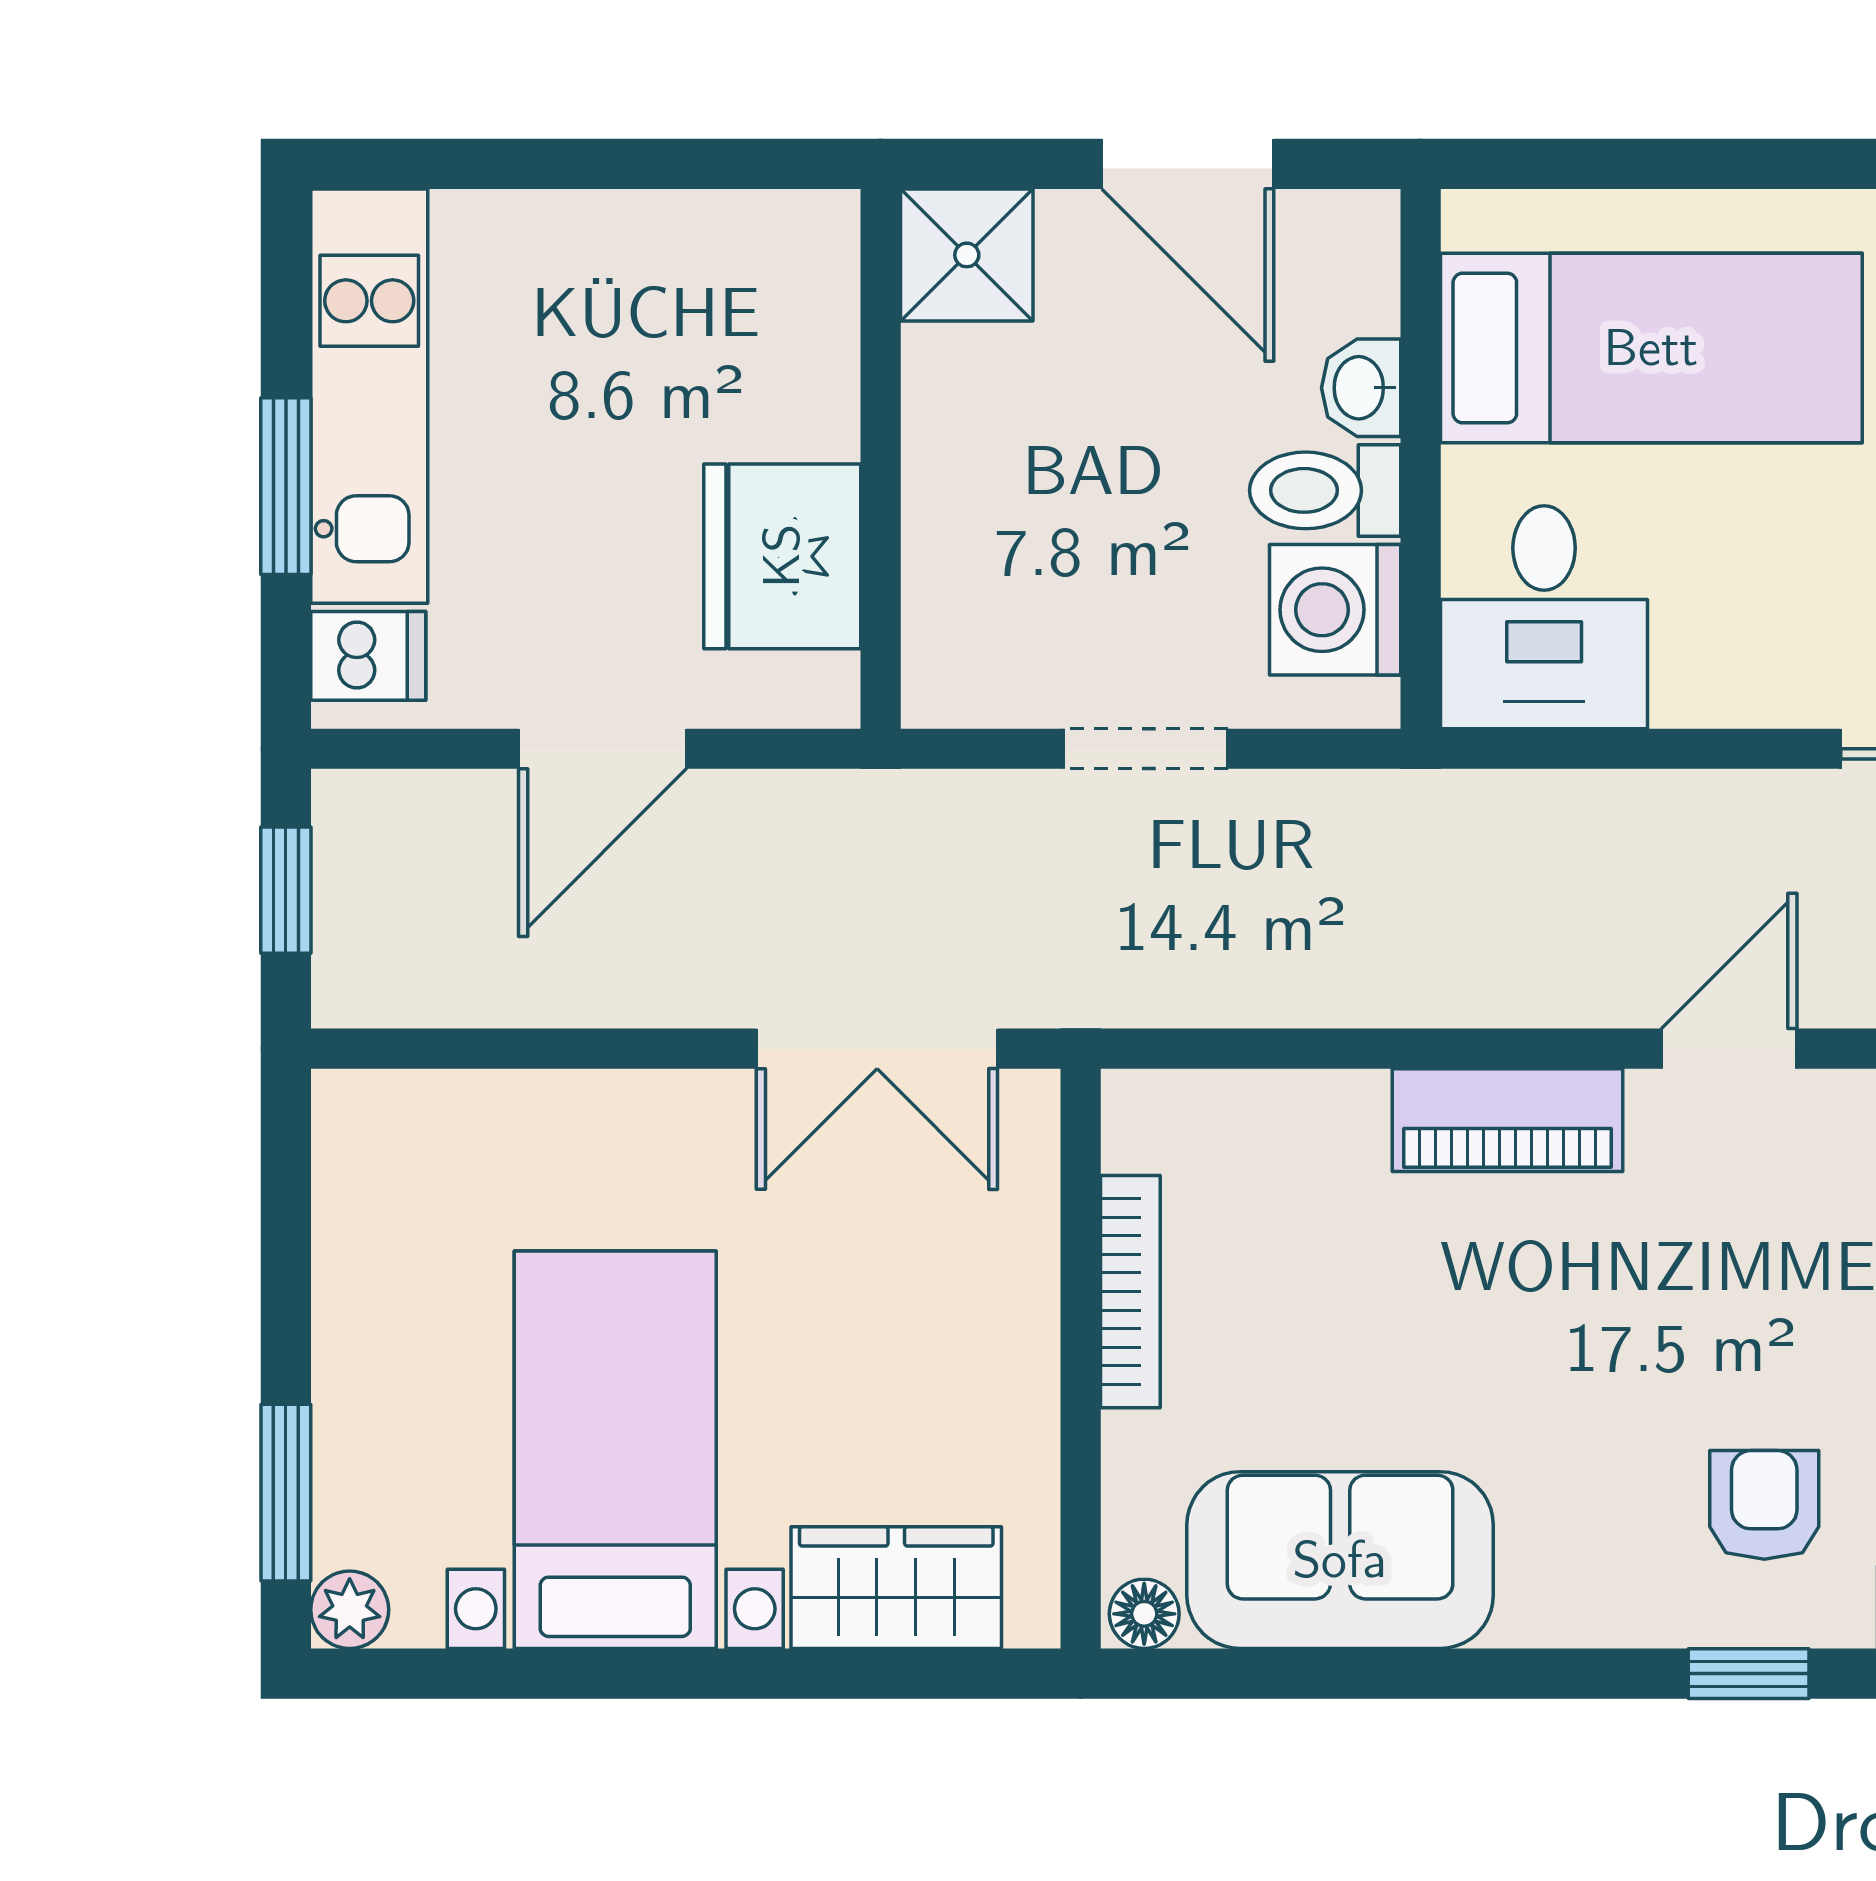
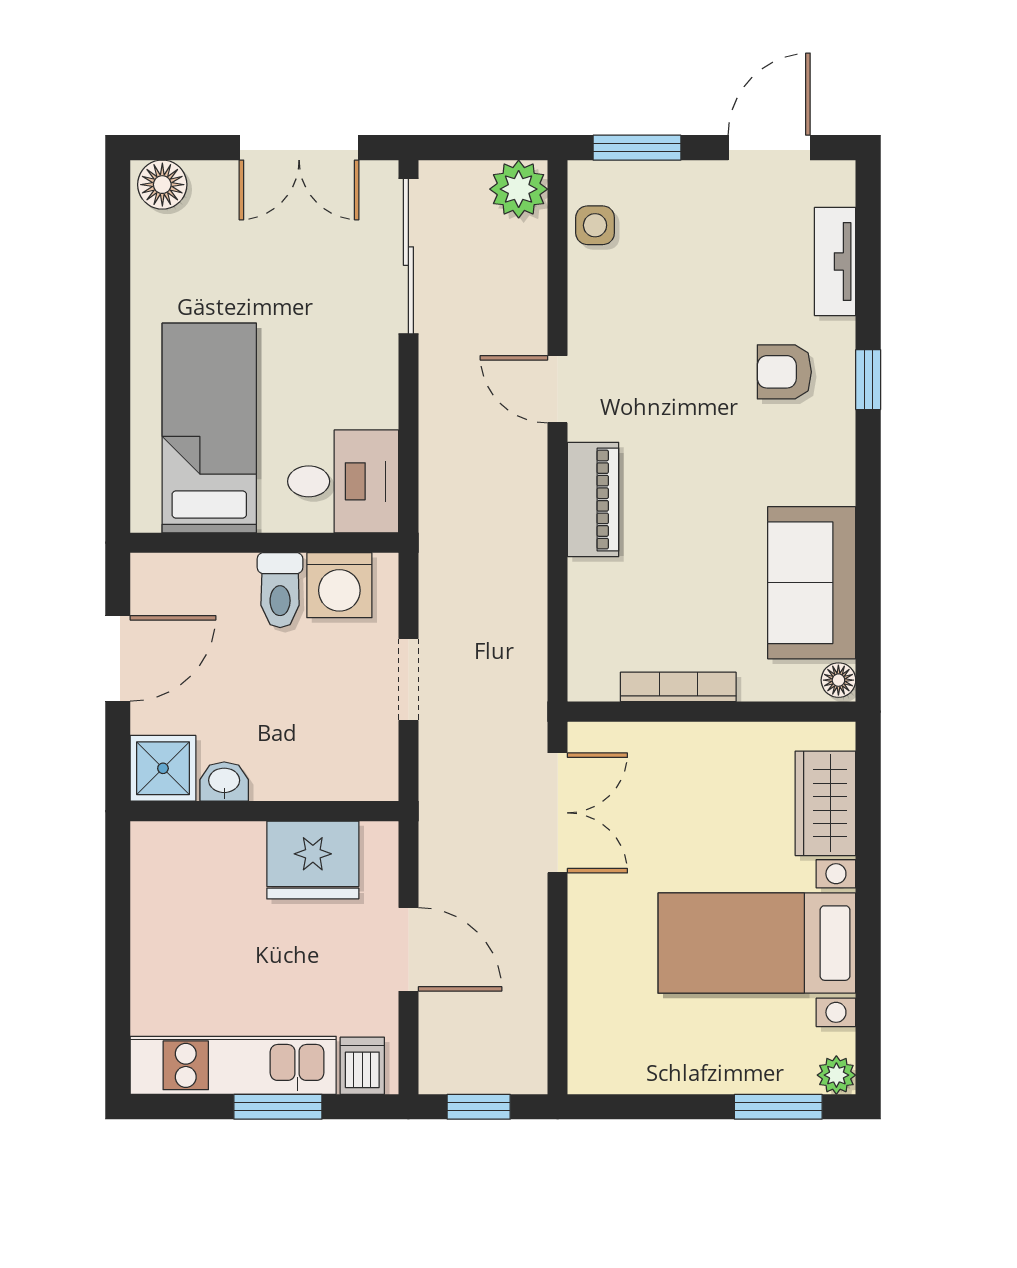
washbasin: (1361, 388) -> (224, 782), moved, turned 180

